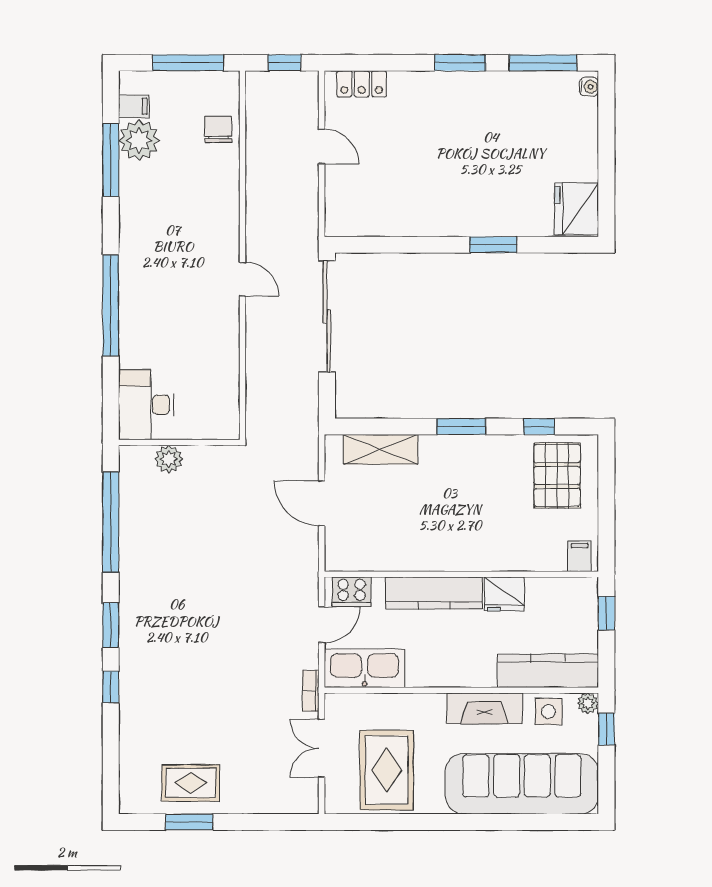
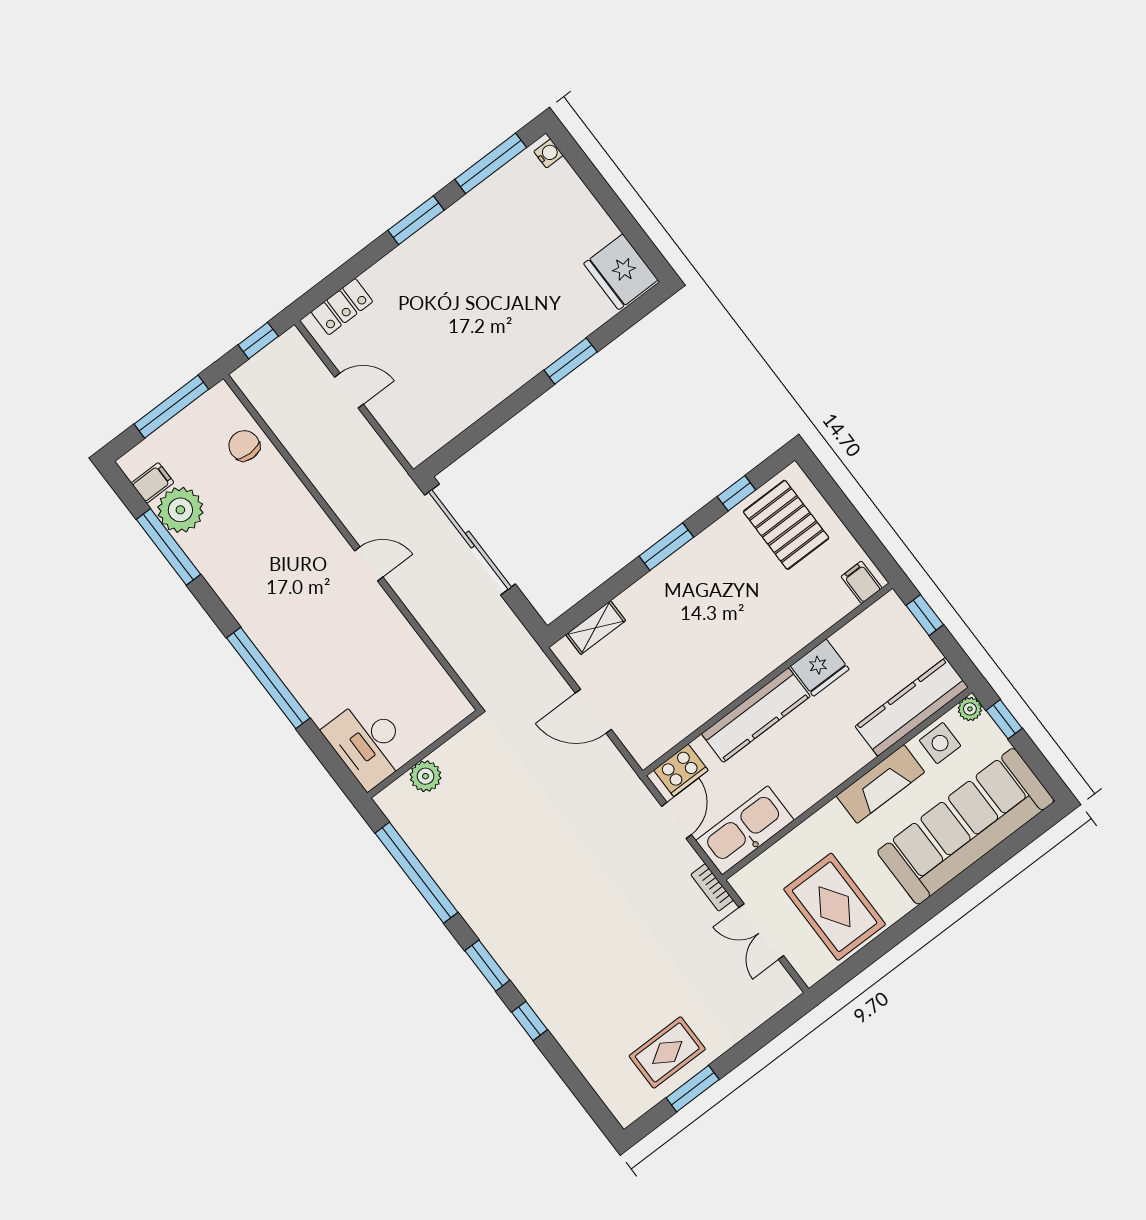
shelving: (381, 449) -> (596, 628), width x0.67, depth x0.75

